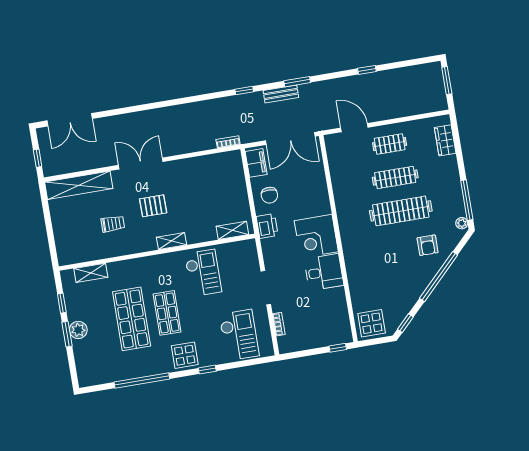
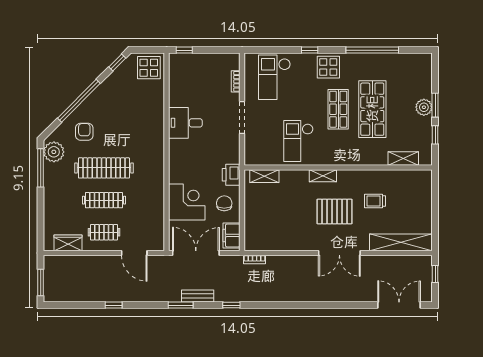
wardrobe: (445, 140) -> (68, 243), moved, turned -90
pallet: (153, 206) -> (335, 211), width x1.50, depth x1.42
plant: (462, 223) -> (54, 152), width x1.87, depth x1.87
corner desk: (316, 236) -> (187, 202), moved

